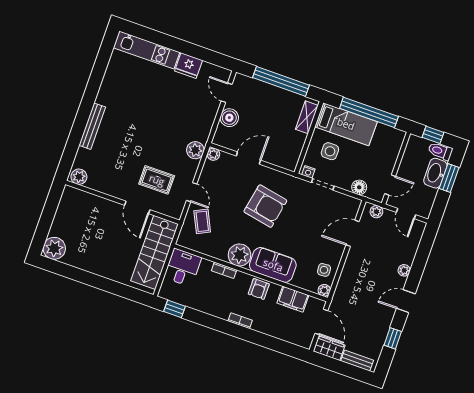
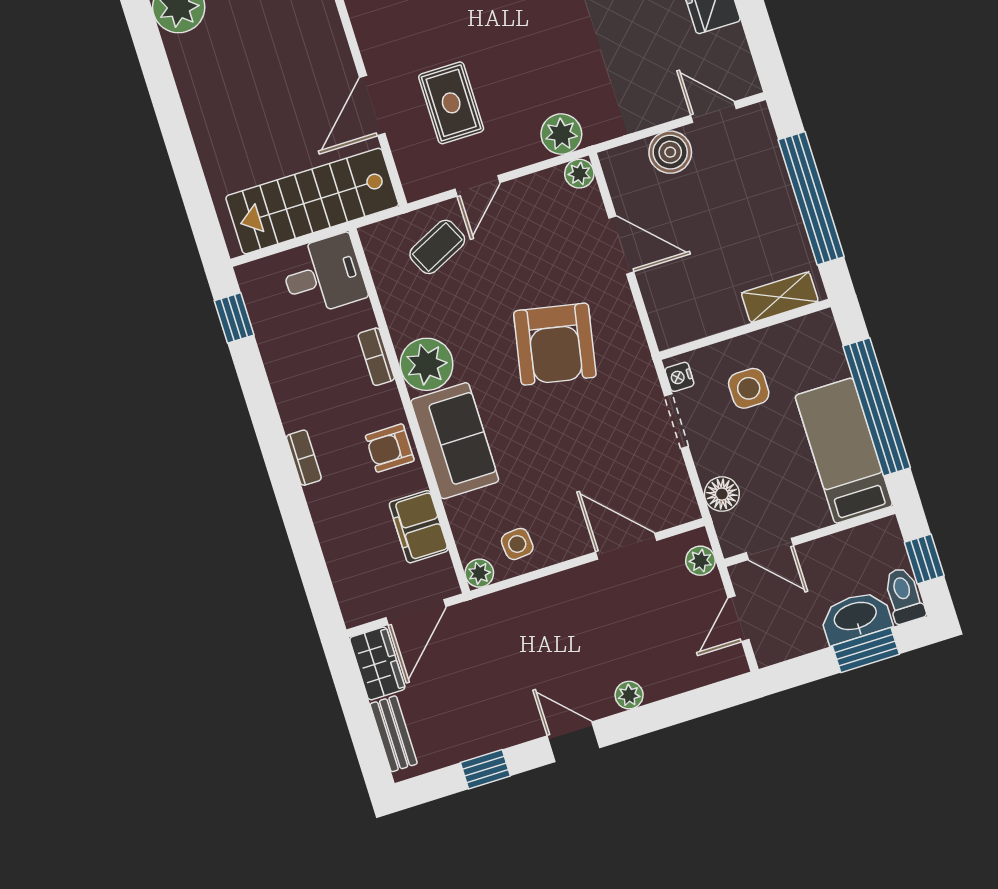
door: (227, 93) -> (714, 112), hinge flipped
bed: (346, 124) -> (844, 451), moved, turned 180

